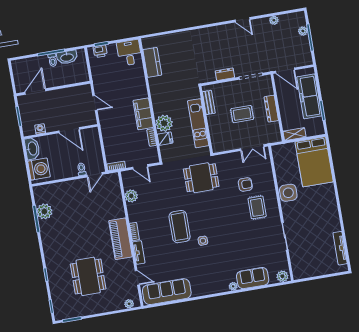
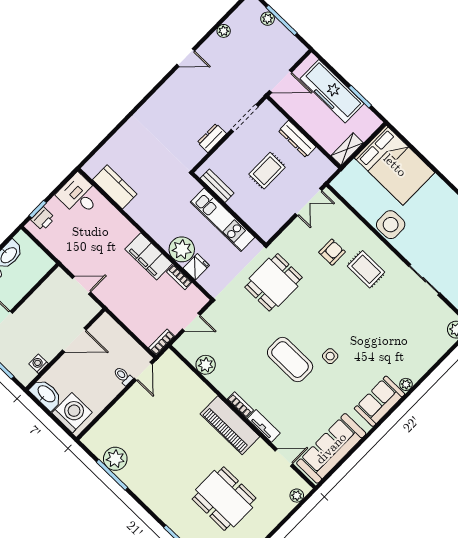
sofa: (253, 278) -> (379, 401), moved

